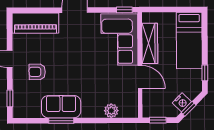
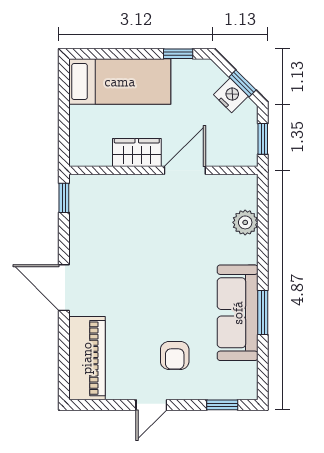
corner sofa: (119, 40) -> (117, 207), removed
wardrobe: (150, 43) -> (137, 153), width x0.67
sofa: (61, 107) -> (238, 313), width x1.36

